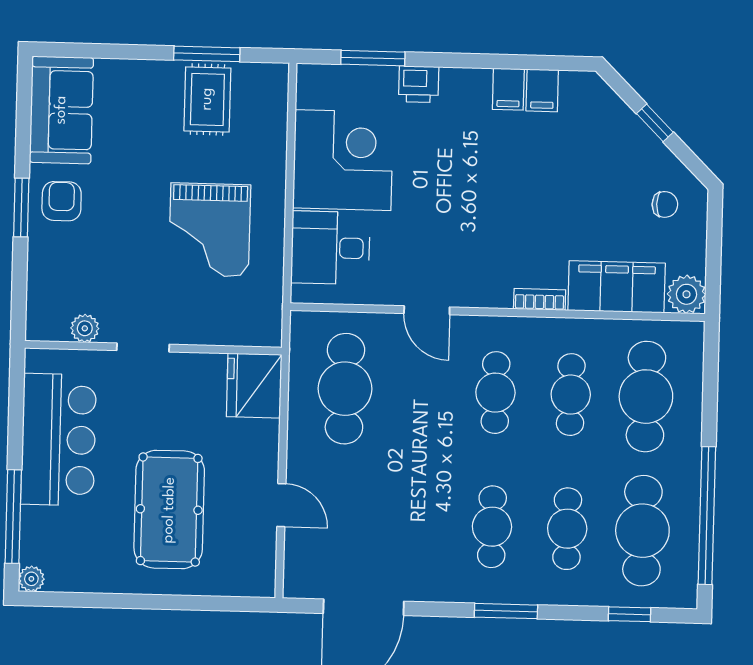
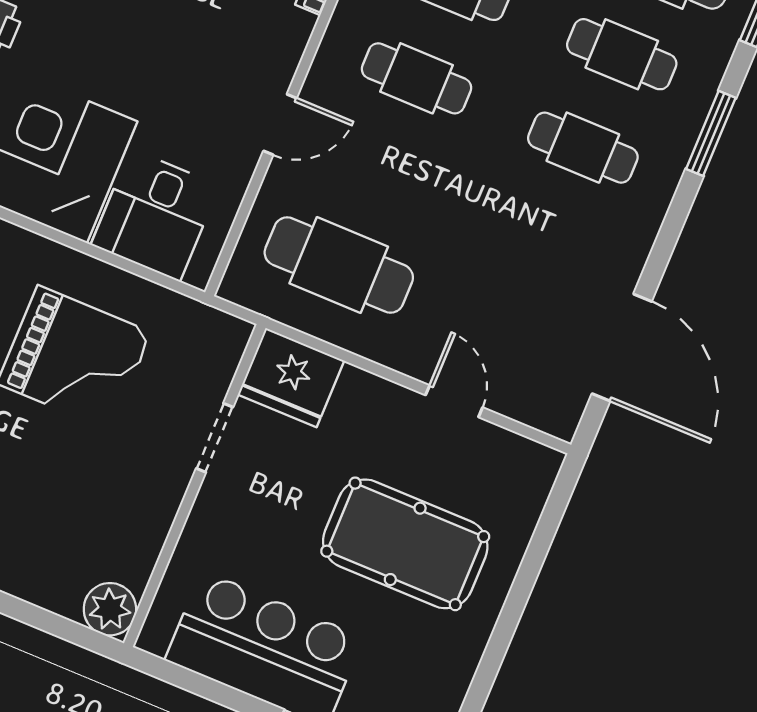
plant: (85, 328) -> (110, 609), moved, width x1.38, depth x1.38
doorway: (143, 347) -> (215, 438), moved
door: (281, 505) -> (454, 401), hinge flipped
window: (506, 611) -> (711, 133), moved

